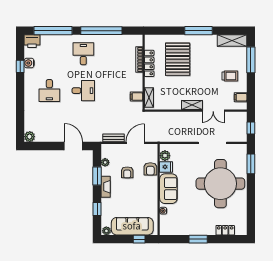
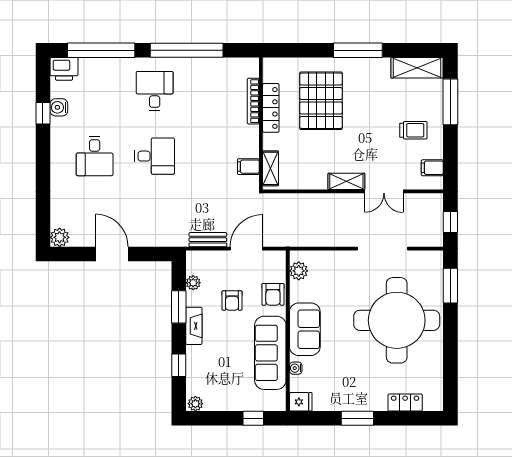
door: (73, 146) -> (112, 254), moved
fridge: (166, 167) -> (301, 402), moved
sofa: (132, 226) -> (270, 353), moved, turned -90

